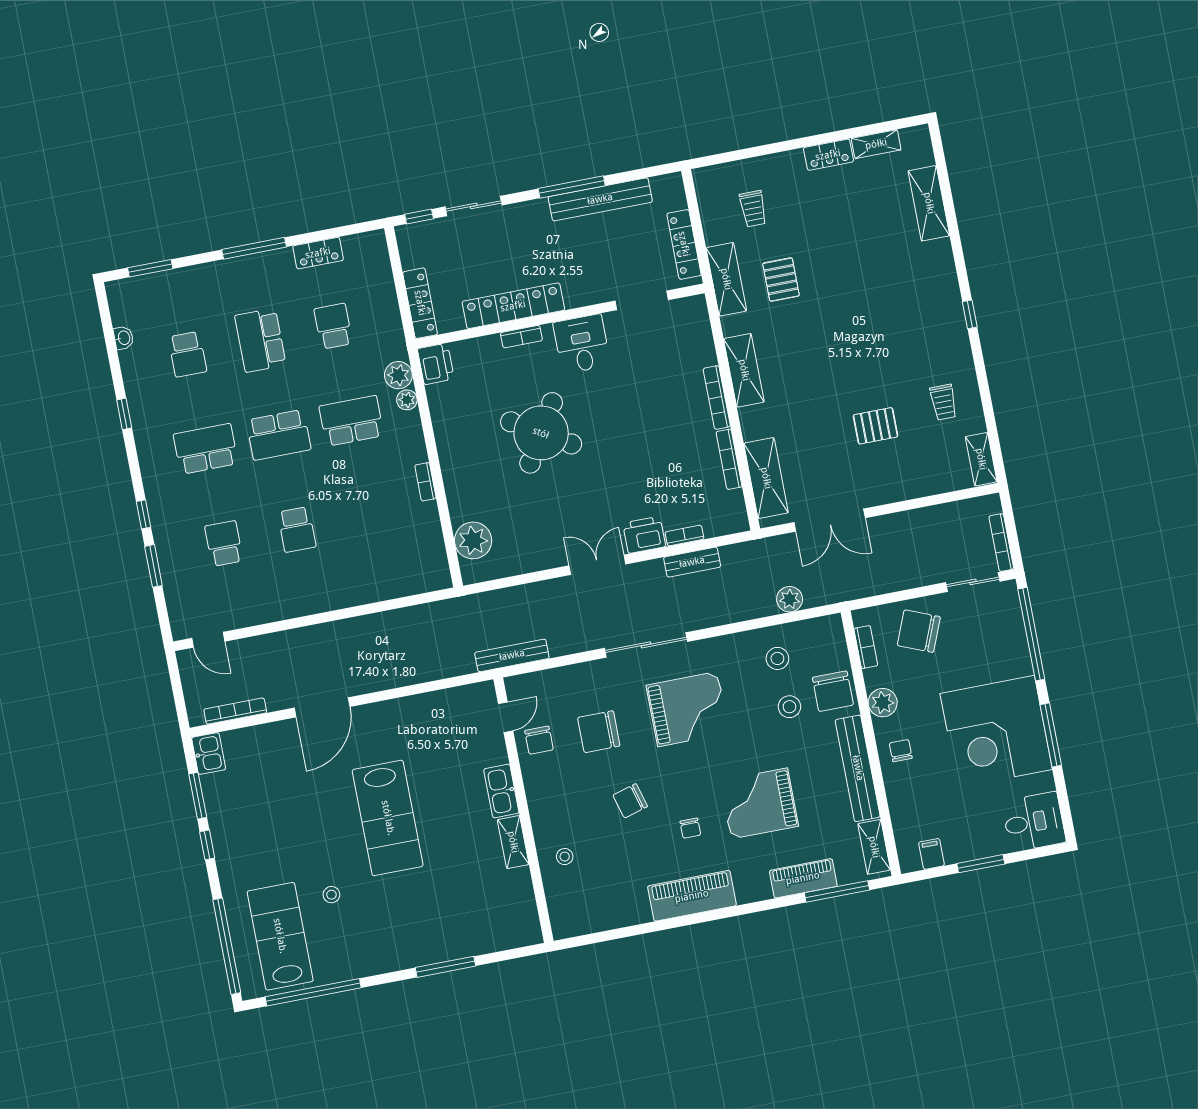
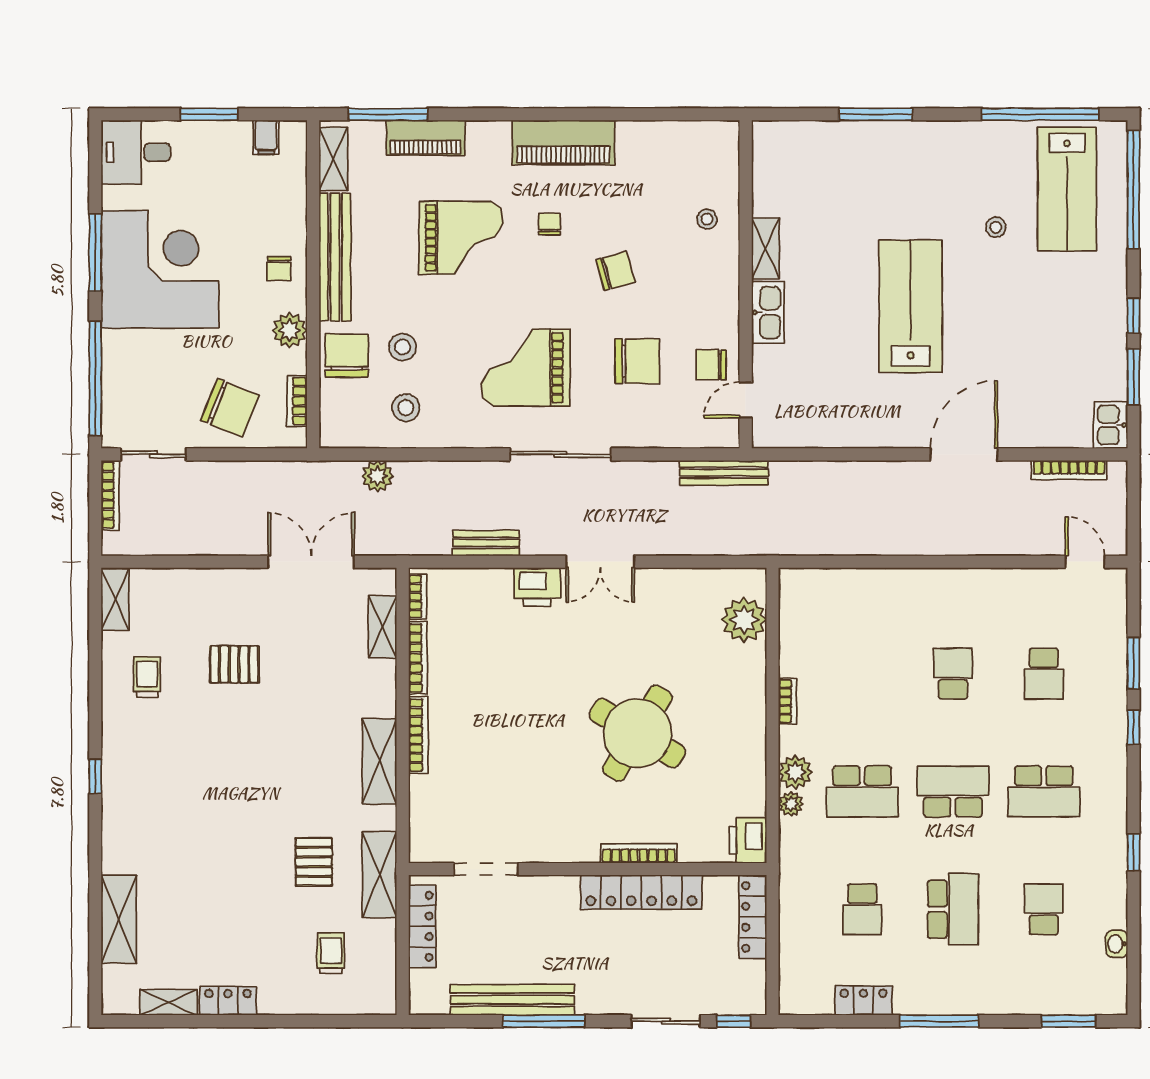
bookcase: (521, 337) -> (639, 853), width x1.56
desk: (582, 344) -> (568, 831), removed
plant: (398, 375) -> (795, 772), moved
shelving: (766, 478) -> (382, 627), width x0.67, depth x0.75
bookcase: (684, 536) -> (418, 597), moved, turned -90
chair: (539, 740) -> (711, 365), turned -90

